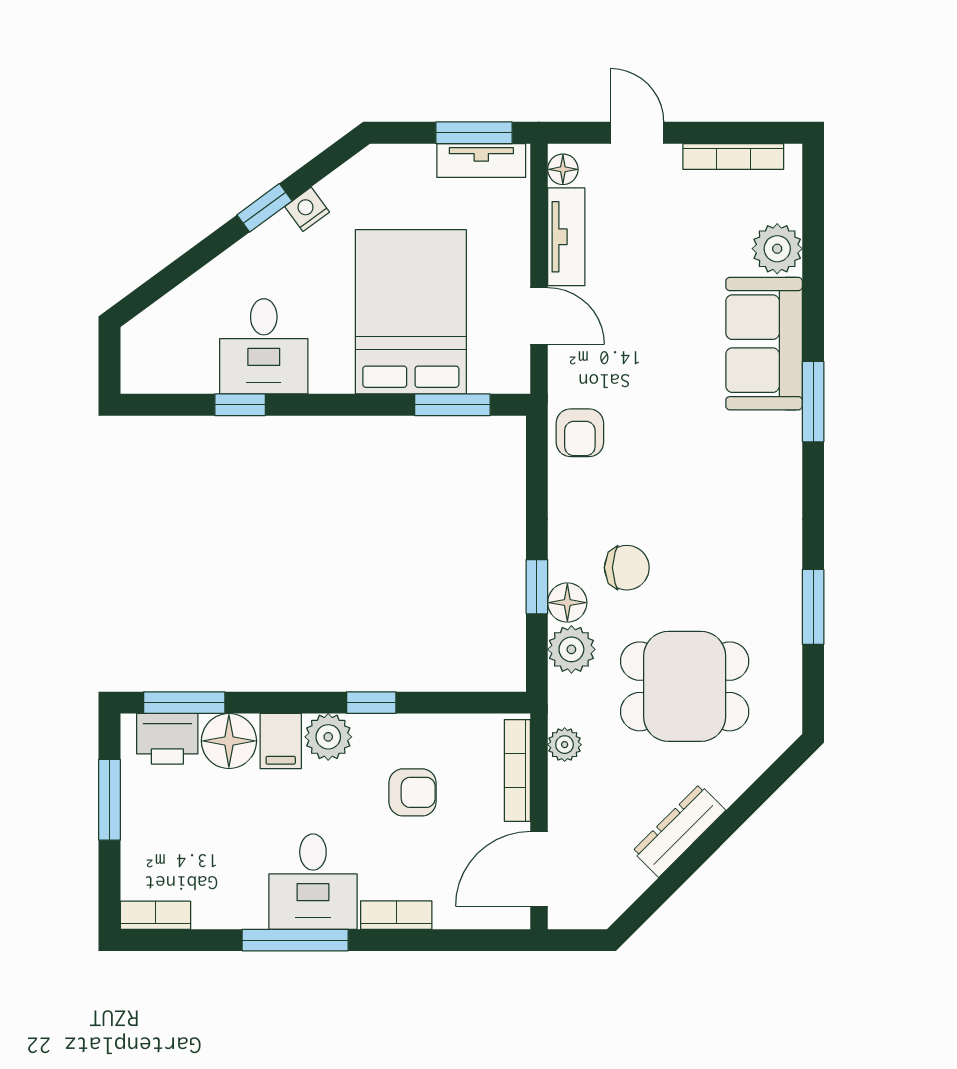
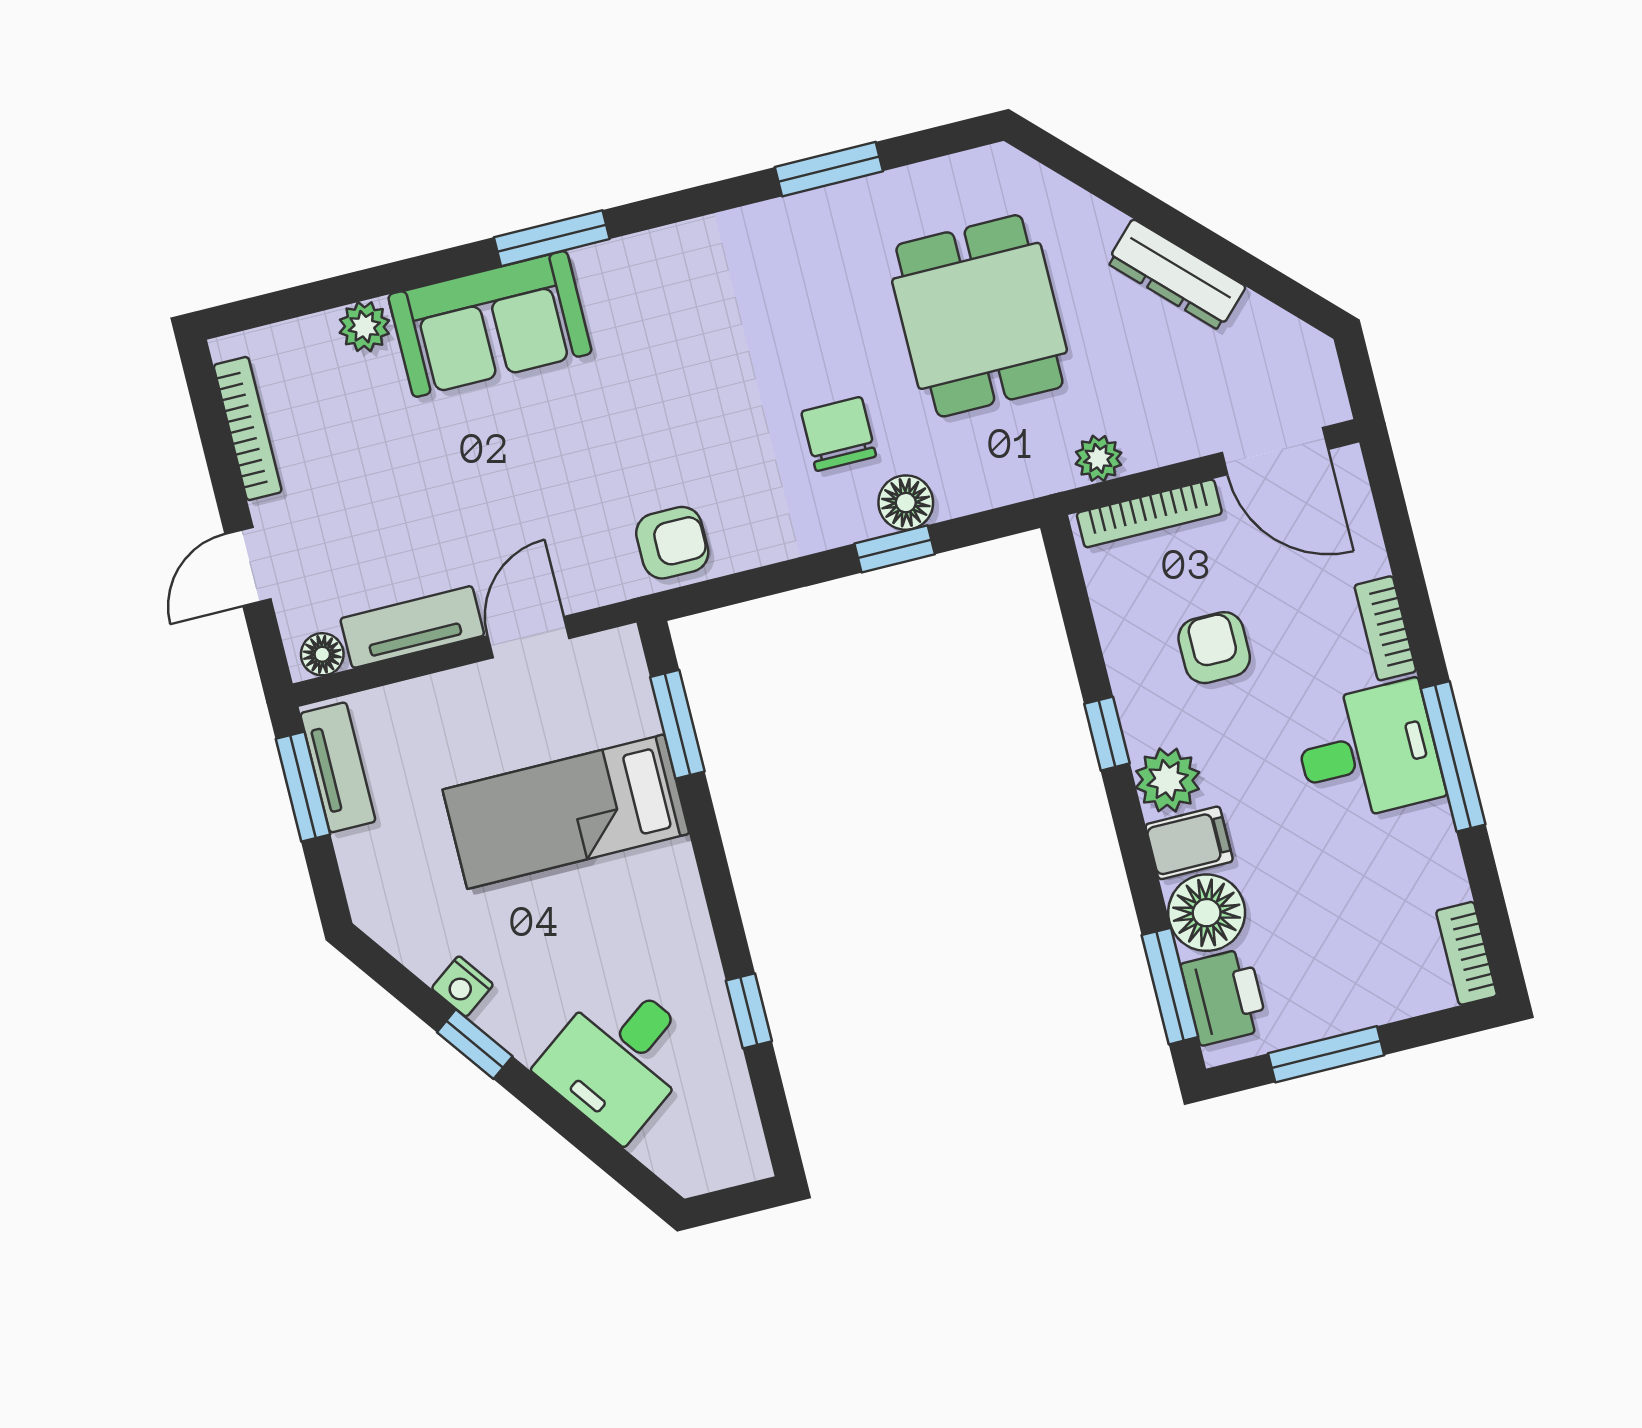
plant: (777, 249) -> (364, 327), width x0.73, depth x0.73
bed: (411, 312) -> (566, 812), width x0.67
desk: (264, 346) -> (619, 1058), moved, turned 144
plant: (571, 649) -> (968, 481), removed

